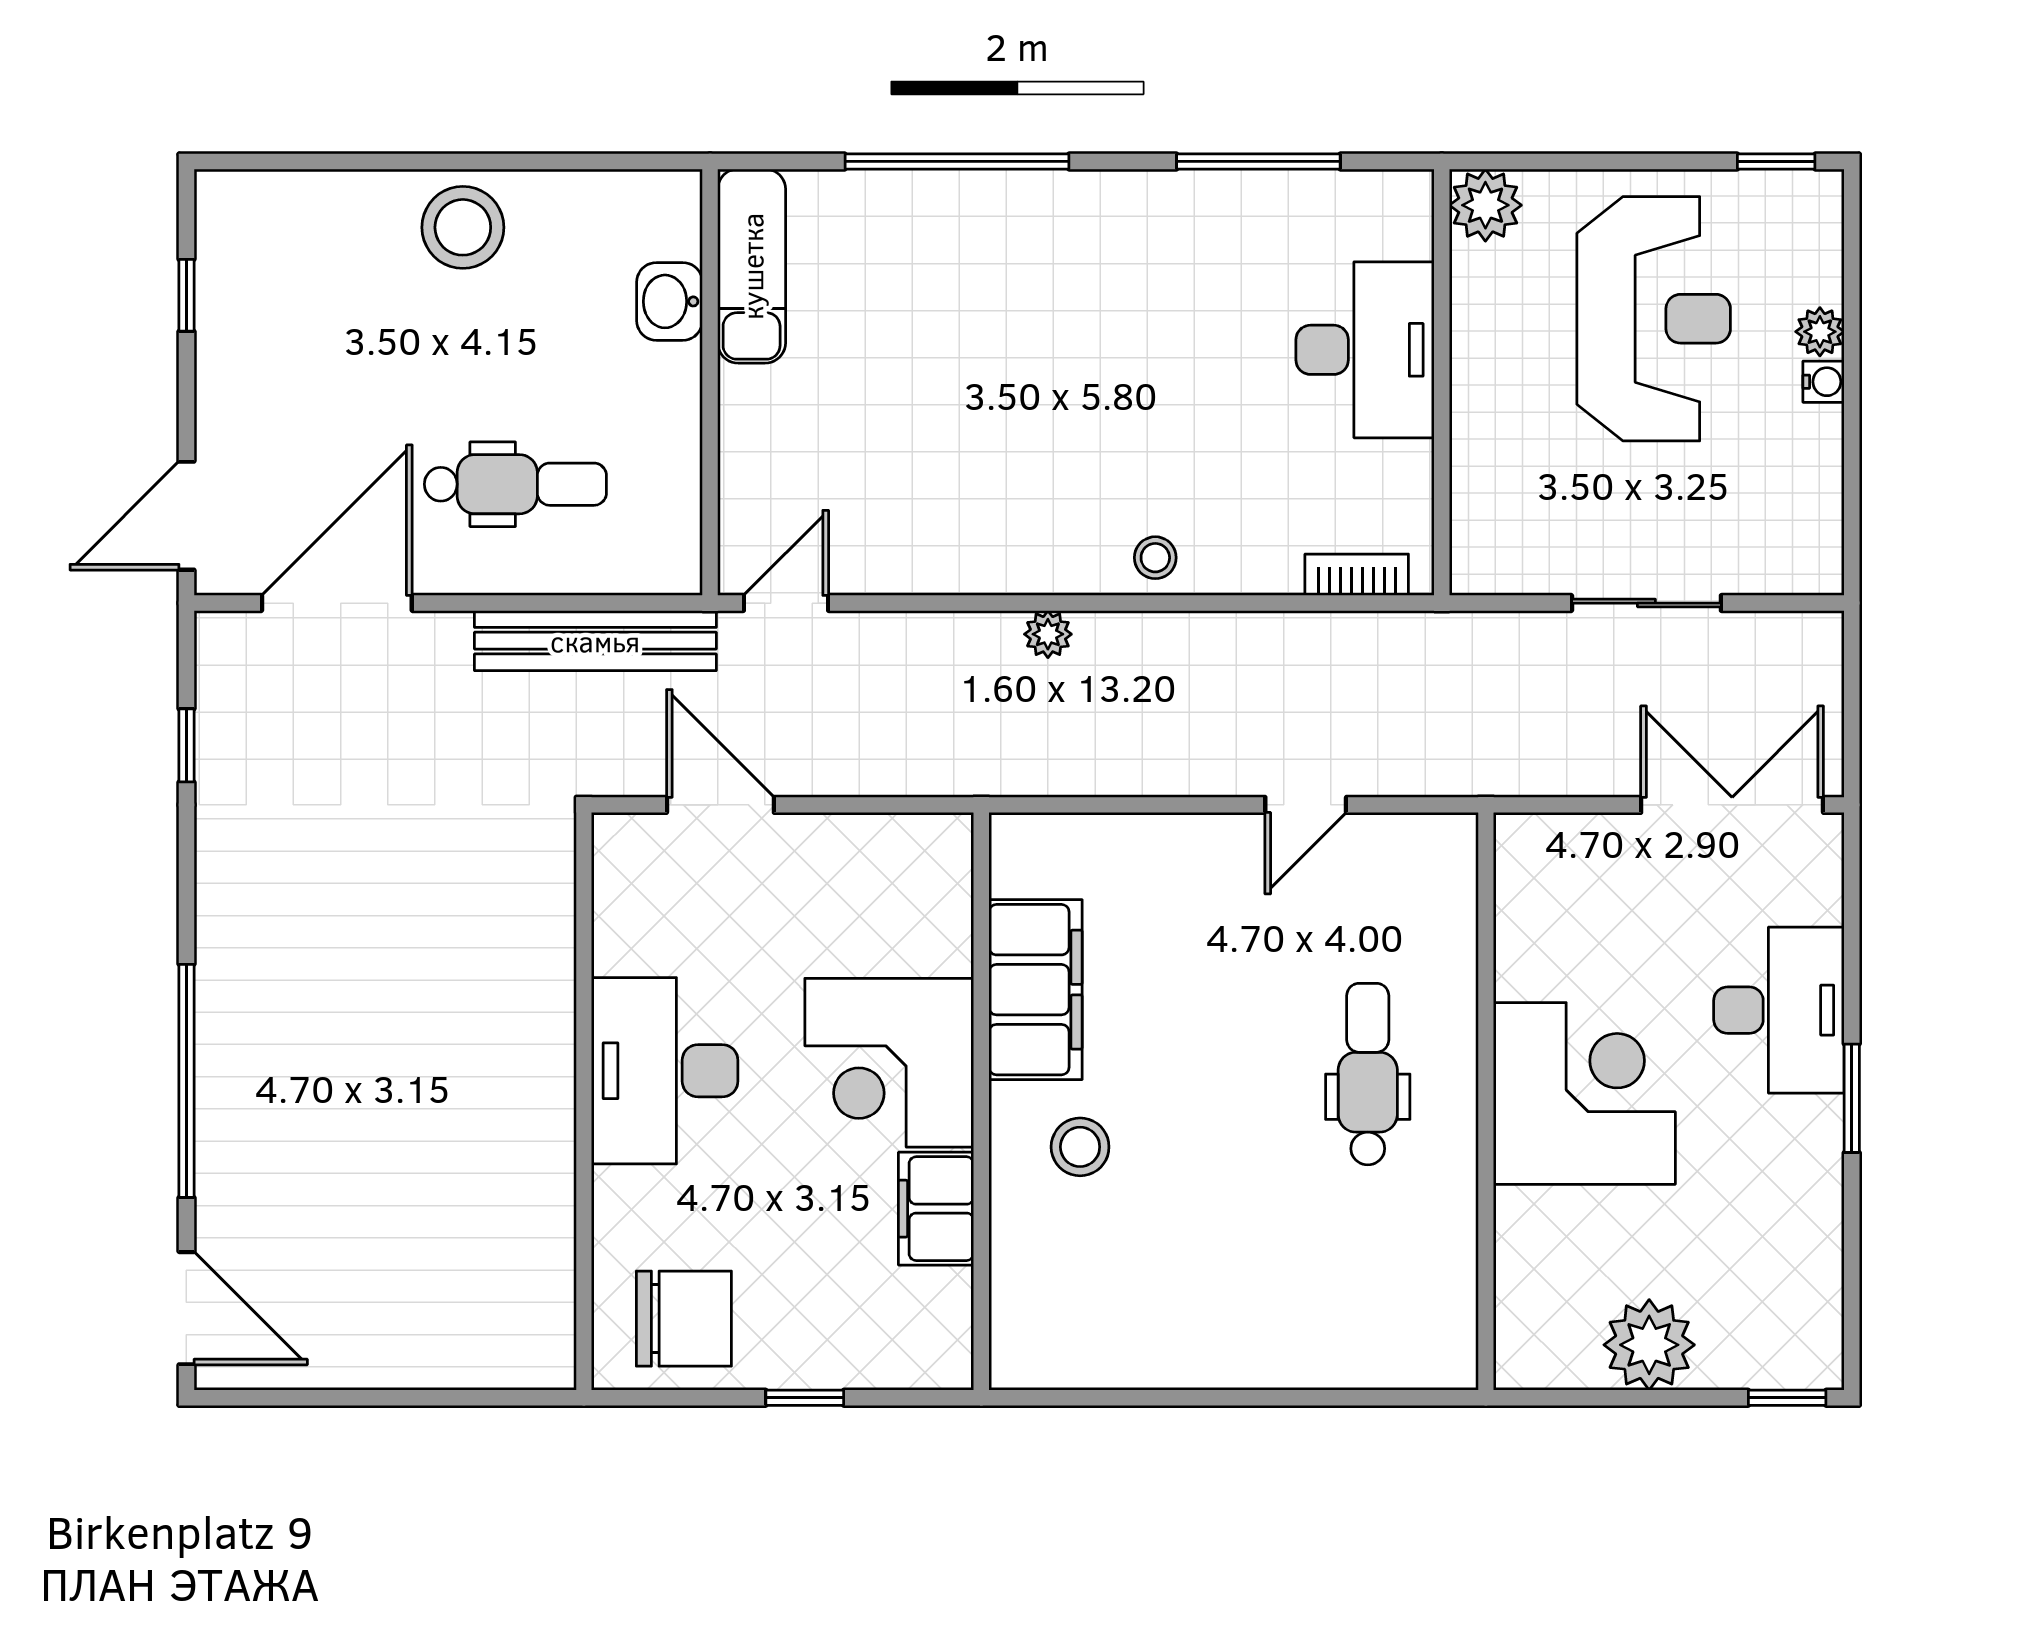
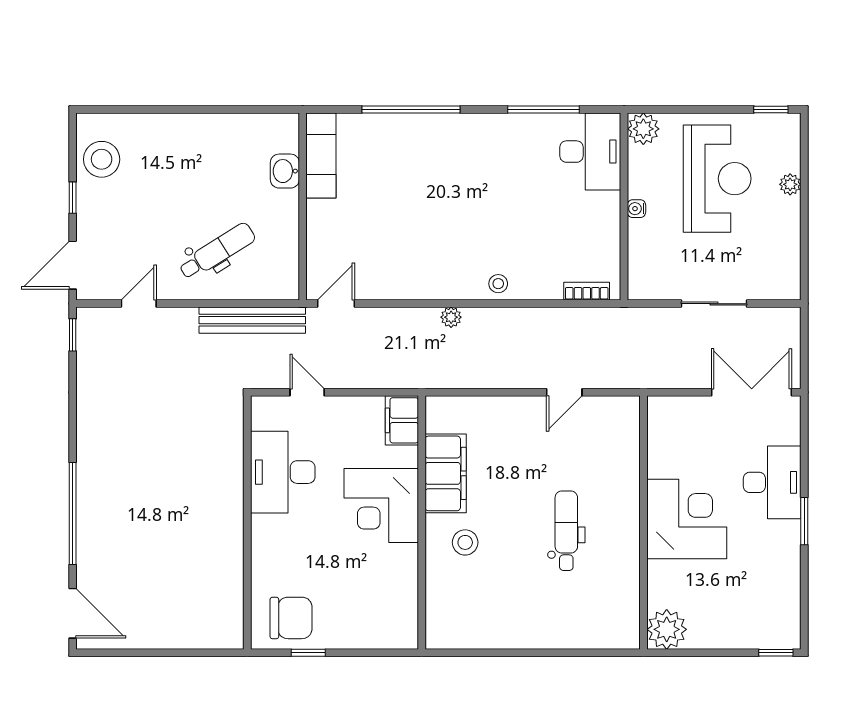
stool: (463, 227) -> (102, 159), moved
window: (186, 295) -> (73, 198), moved
desk: (1365, 350) -> (590, 152), moved
water cooler: (1824, 382) -> (636, 209), moved, turned 180
dental chair: (515, 484) -> (217, 251), turned -32
door: (337, 603) -> (139, 304), width x0.53
window: (186, 745) -> (73, 335), moved
door: (720, 805) -> (307, 392), width x0.73
desk: (665, 1071) -> (283, 472), moved
dental chair: (1368, 1074) -> (566, 531), moved
filing cabinet: (936, 1209) -> (402, 420), moved
plant: (1649, 1345) -> (667, 629), moved
window: (805, 1398) -> (308, 653), moved

